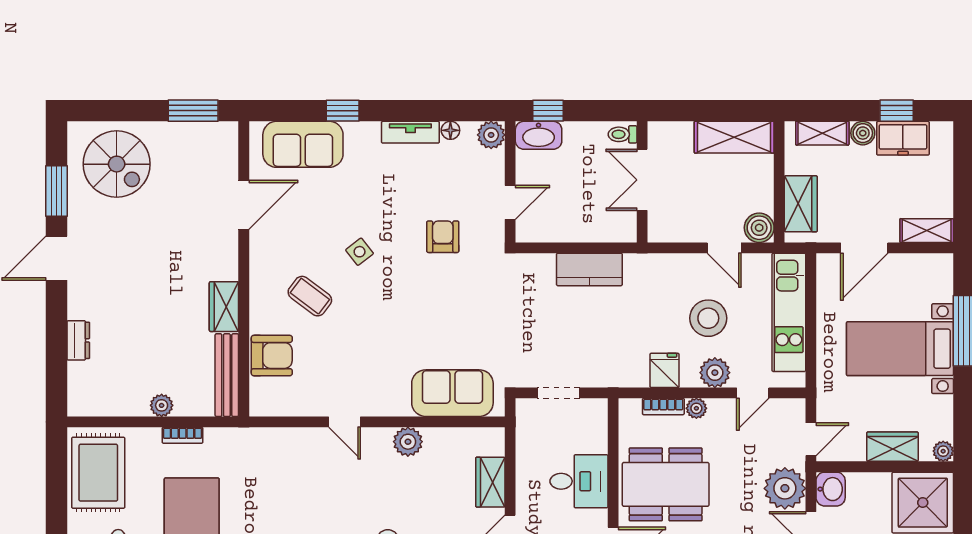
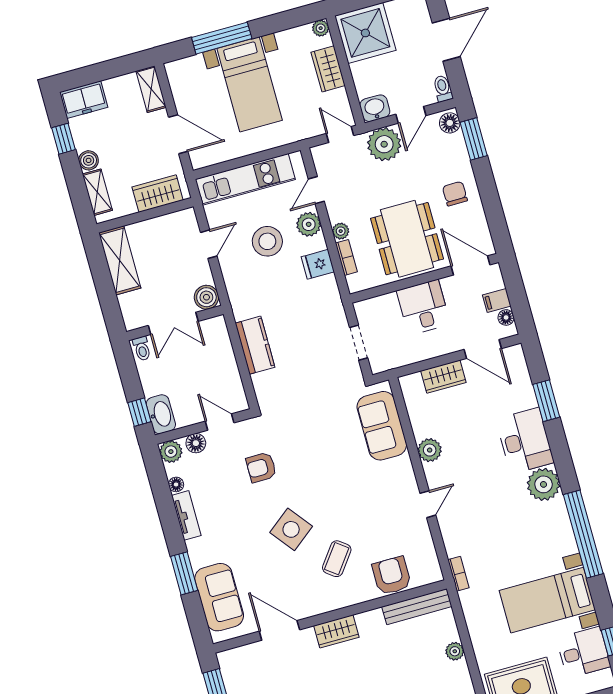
window: (343, 111) -> (184, 573), width x1.50
freezer: (903, 138) -> (84, 100), moved, turned 90
floor lamp: (493, 167) -> (196, 443), added
boiler: (759, 228) -> (206, 297), moved
side table: (360, 252) -> (291, 529), width x1.87, depth x1.87
wardrobe: (224, 307) -> (336, 631), moved
door: (753, 393) -> (316, 190), swing flipped
bookcase: (183, 435) -> (458, 574), moved

